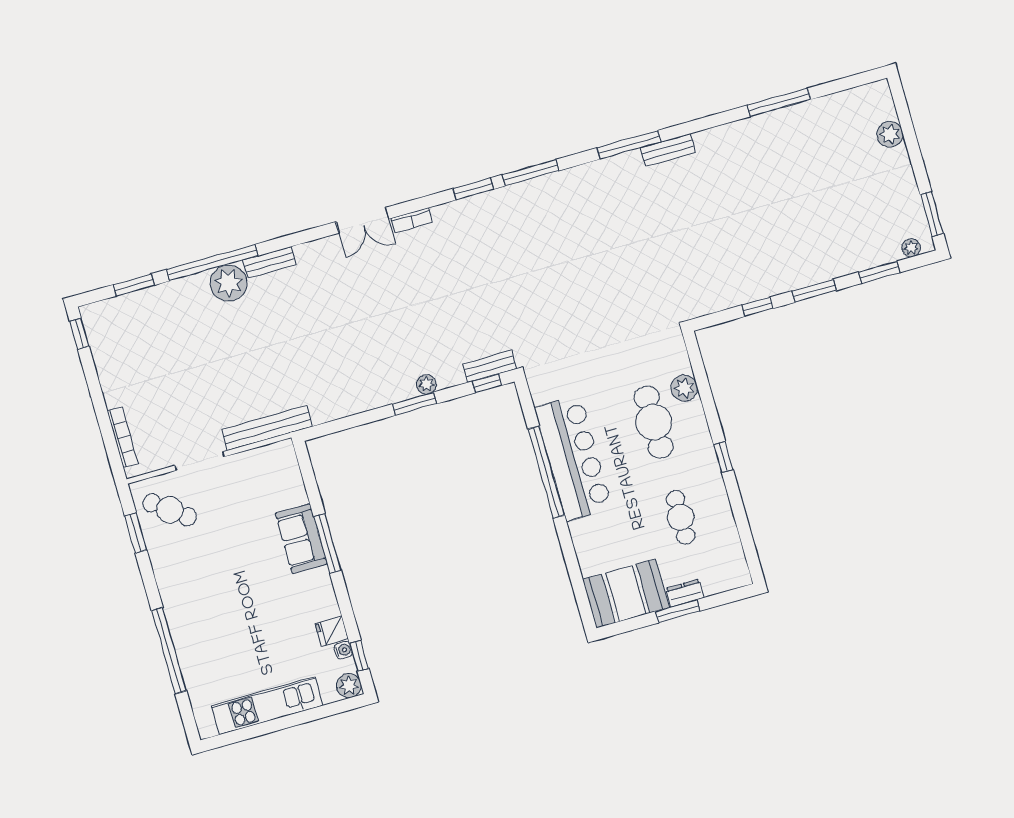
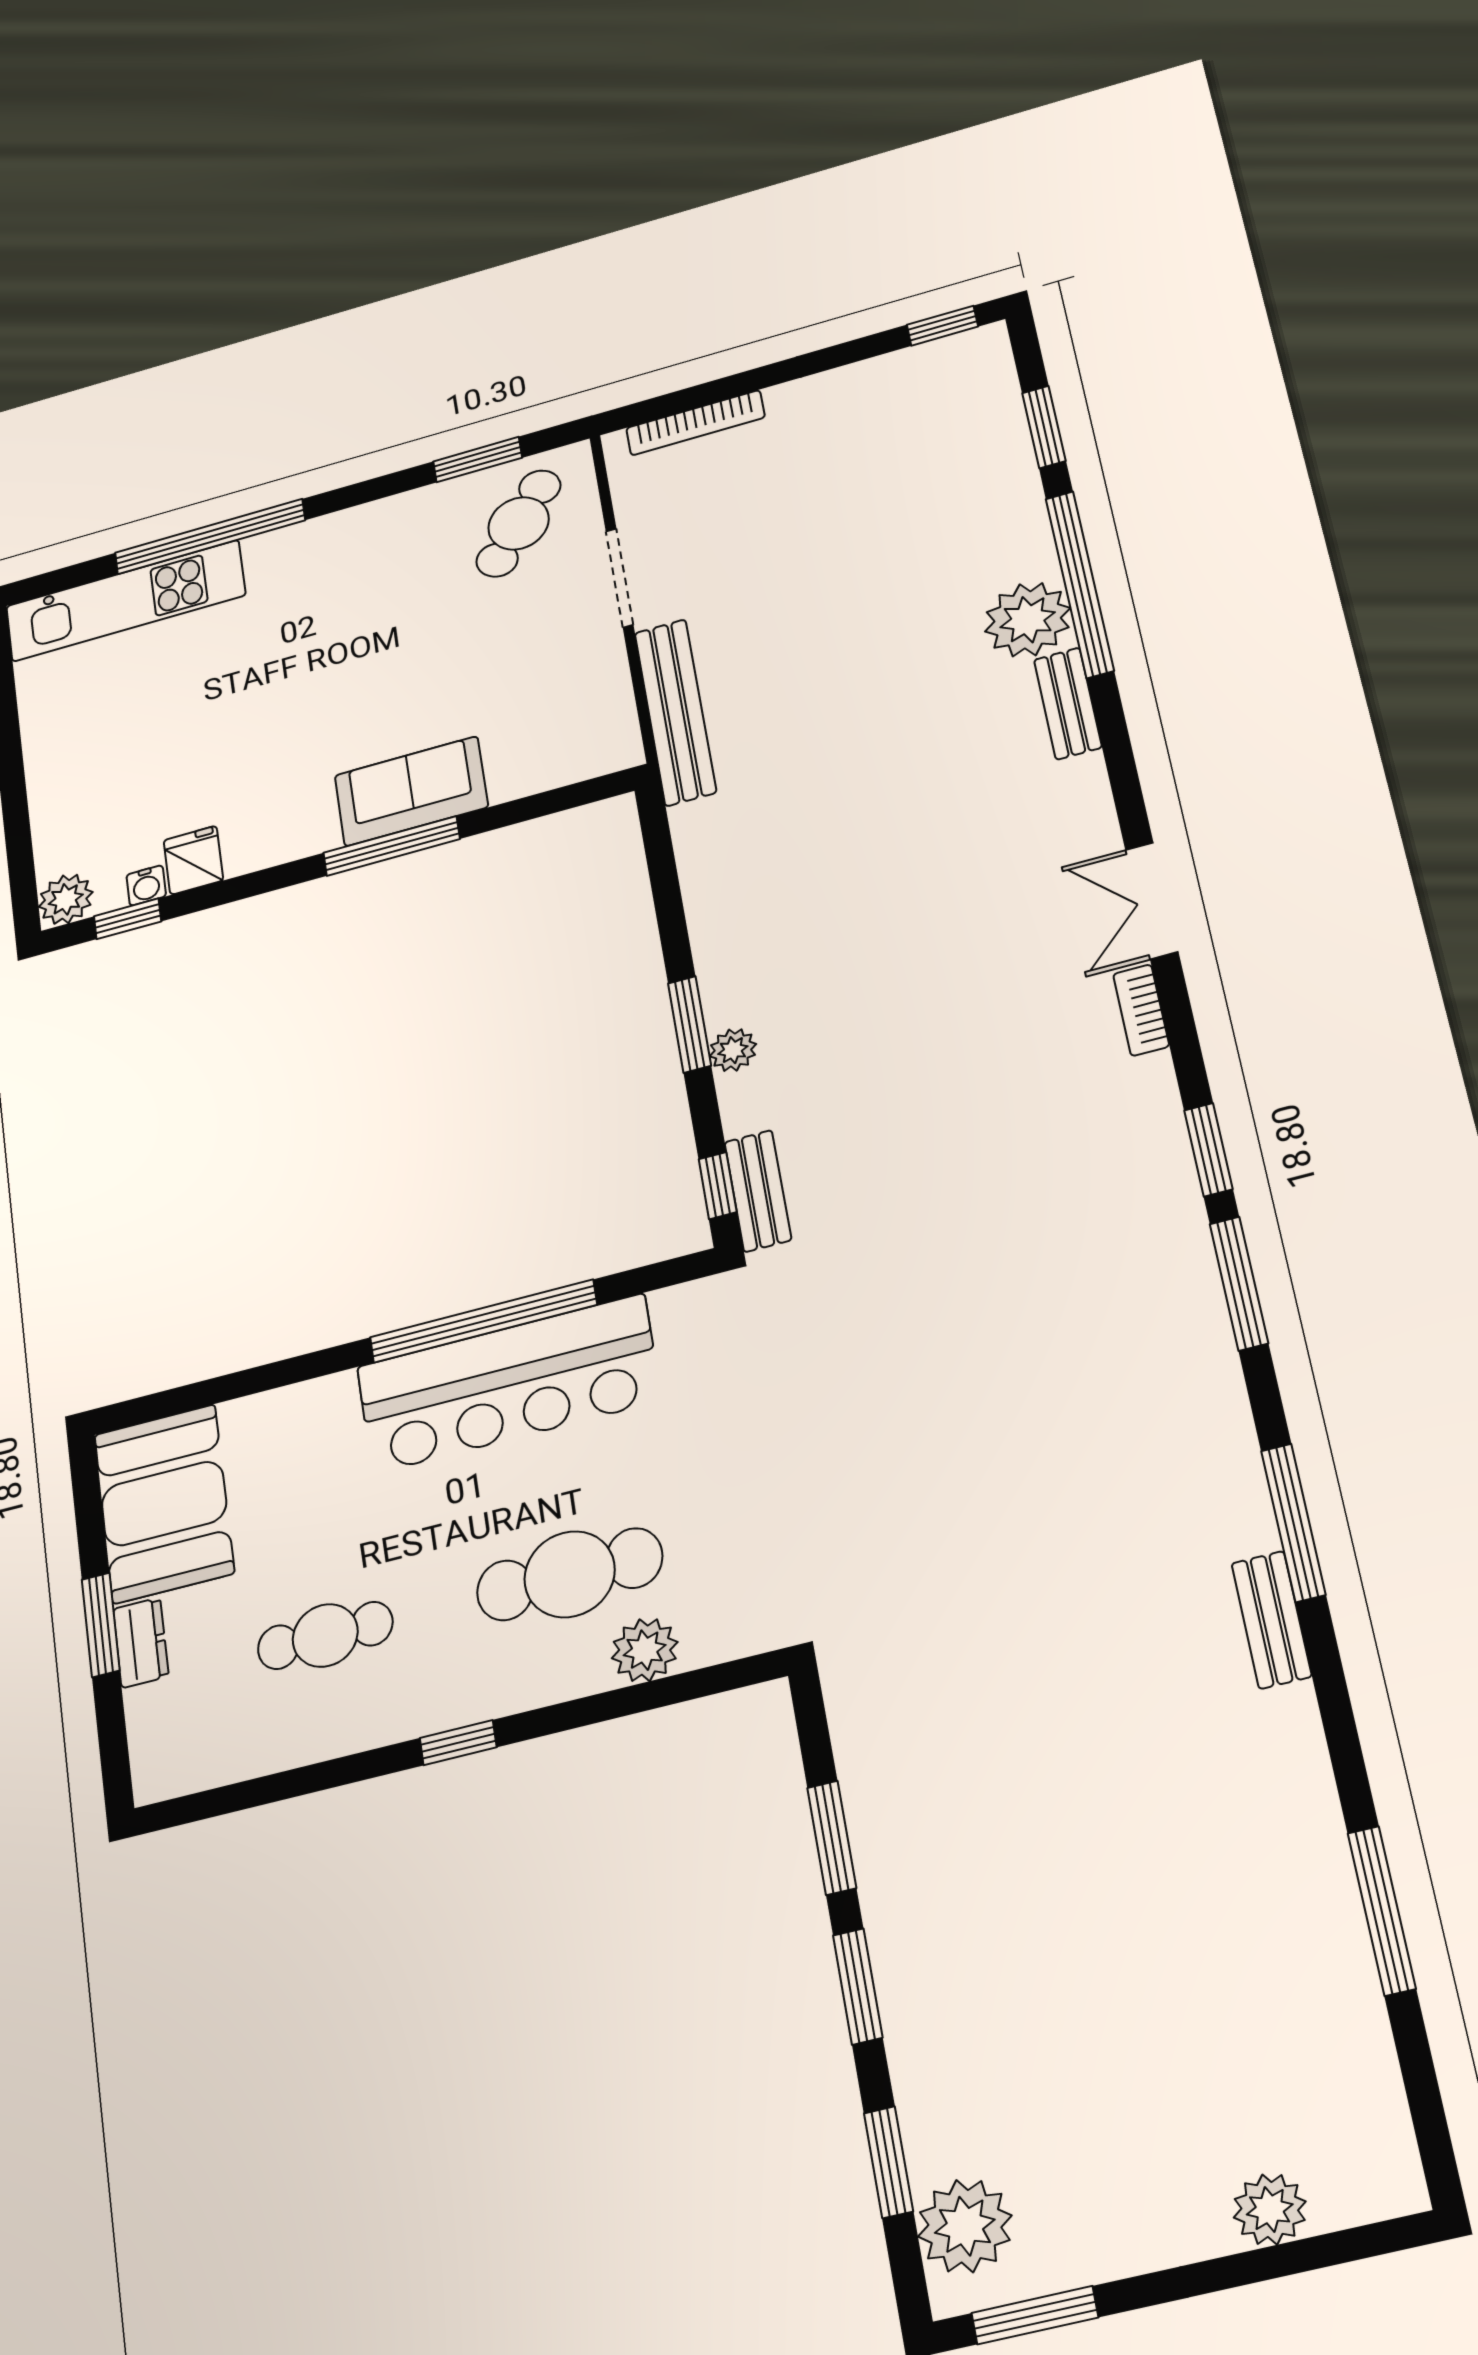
plant: (911, 248) -> (965, 2226), width x1.88, depth x1.88
window: (757, 307) -> (832, 1838), width x1.50
kitchen unit: (267, 706) -> (125, 601), moved, turned 90

